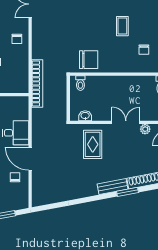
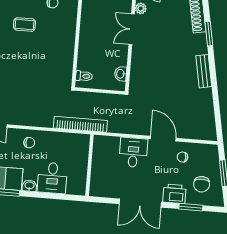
chair: (89, 60) -> (59, 65), removed
rug: (93, 144) -> (153, 68), removed
door: (30, 159) -> (163, 139), swing flipped
bench: (112, 187) -> (204, 71), moved

